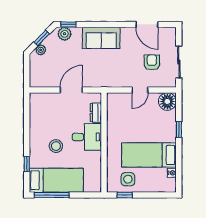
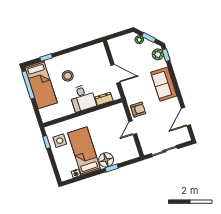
armchair: (152, 62) -> (138, 110), moved
door: (140, 90) -> (133, 128), hinge flipped
floor lamp: (167, 102) -> (106, 160), moved

